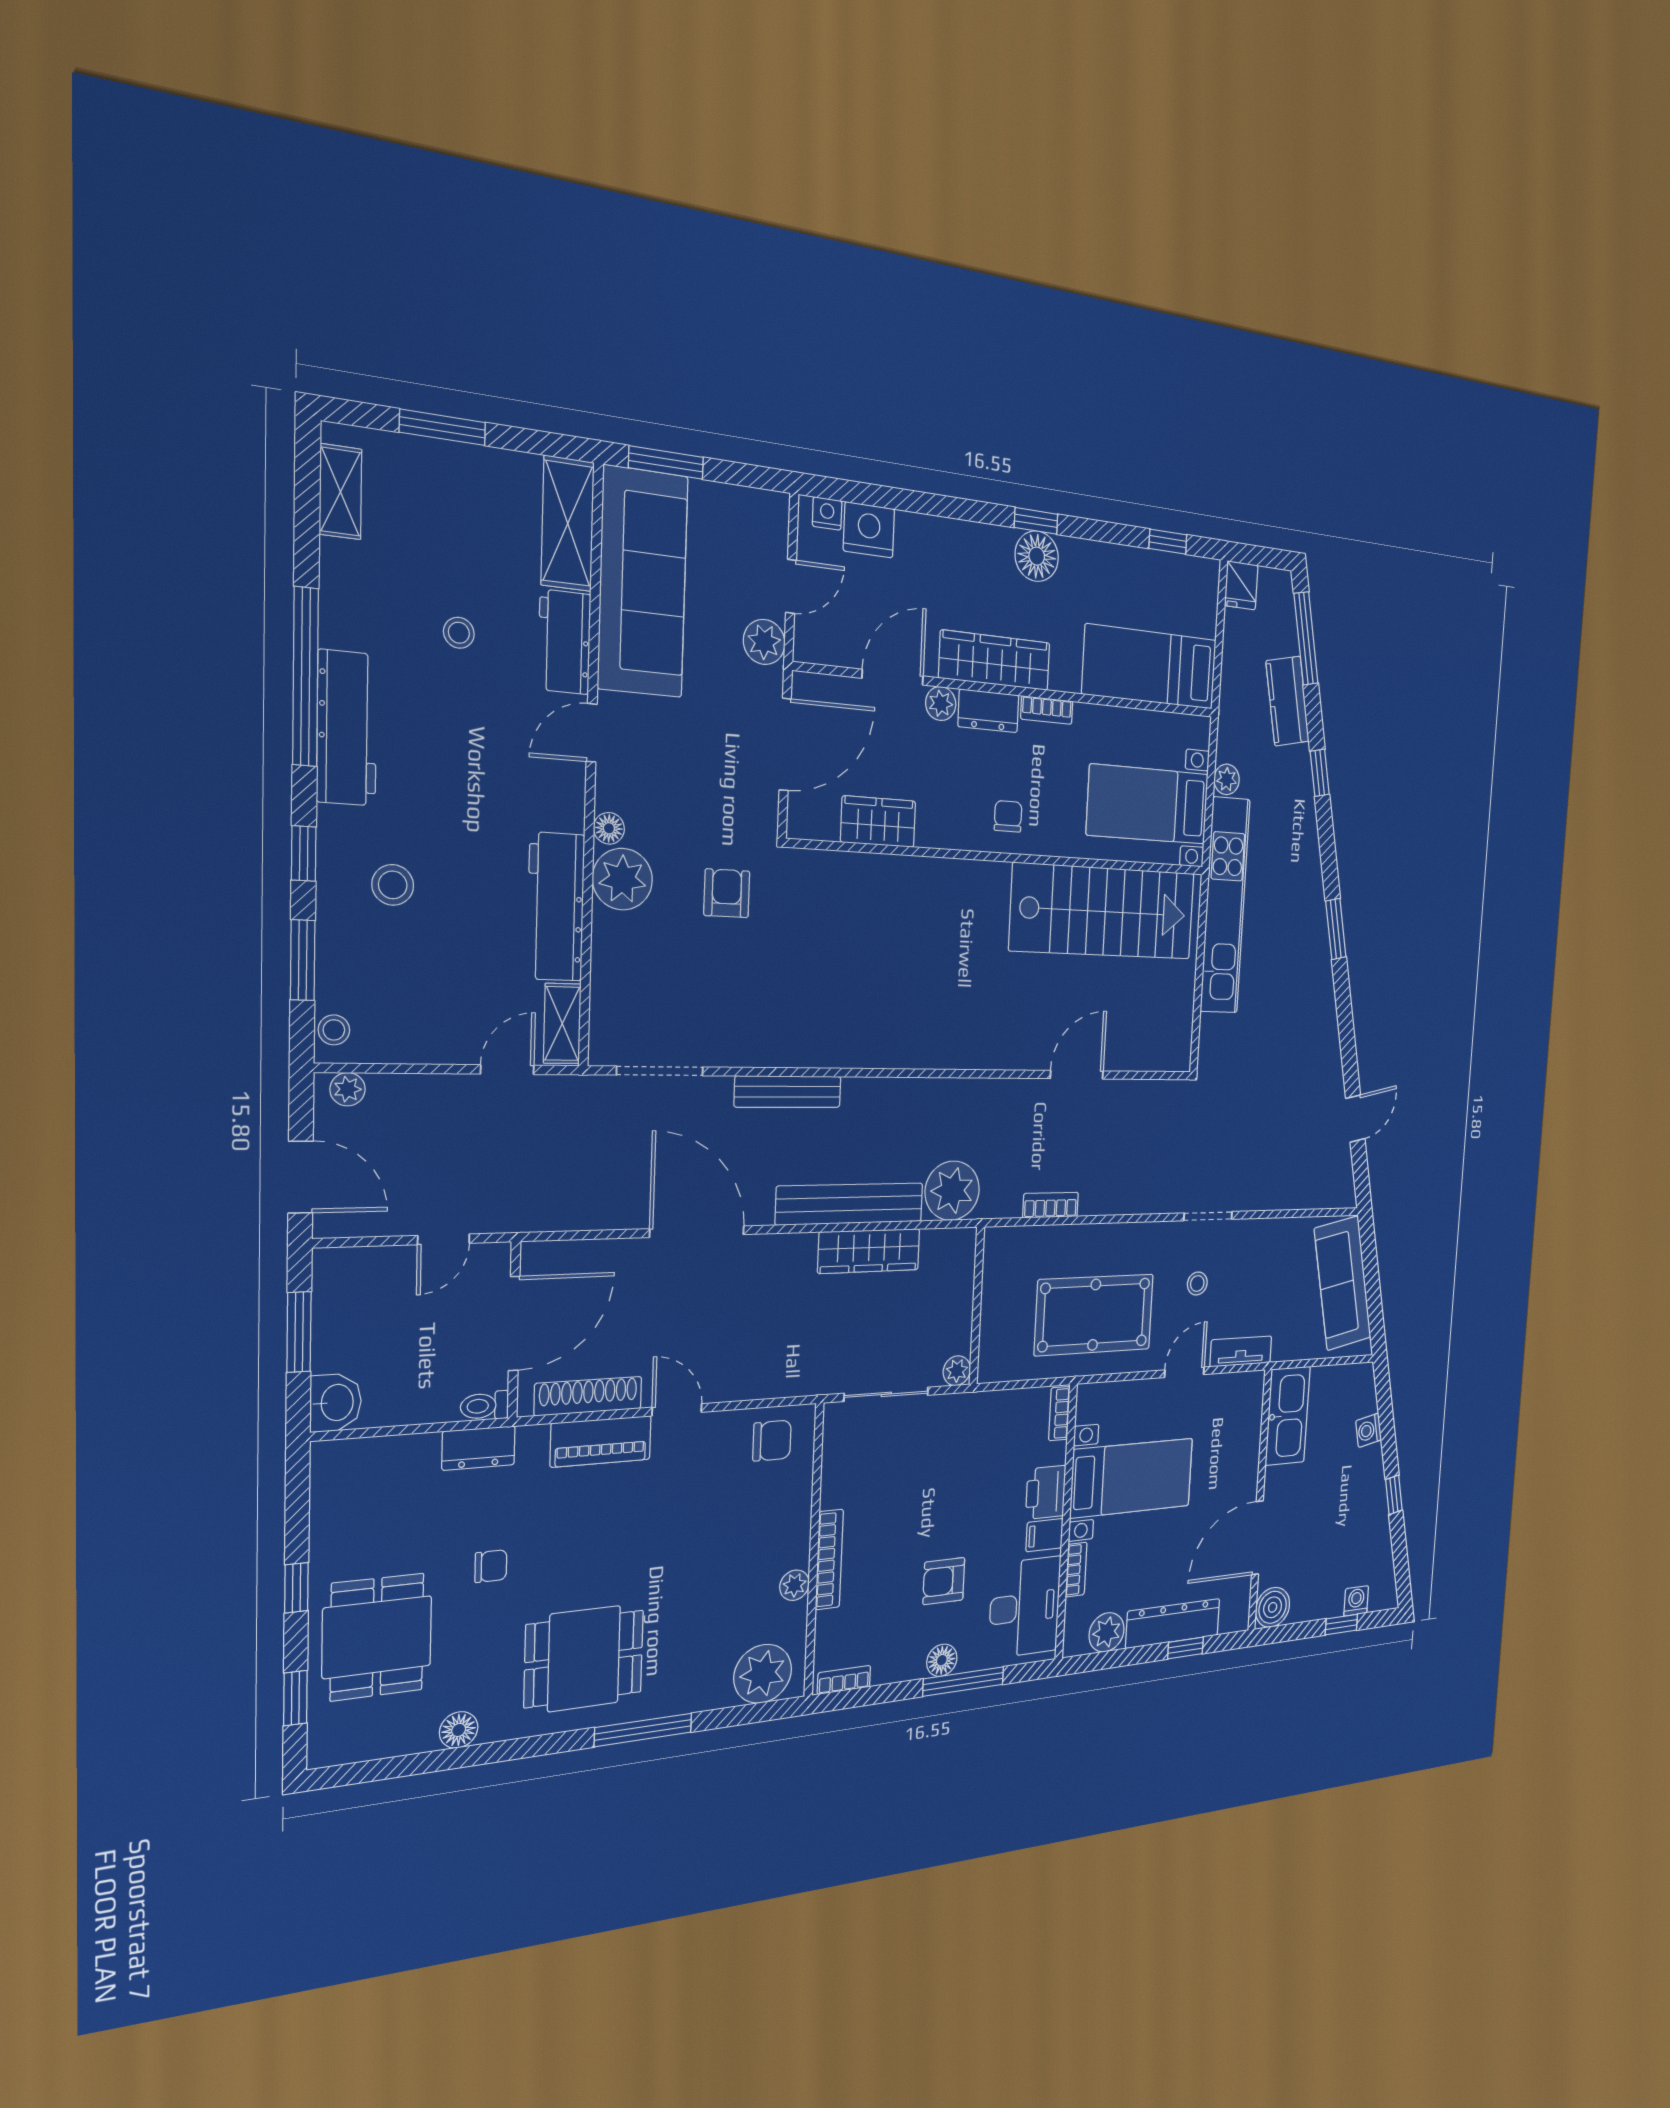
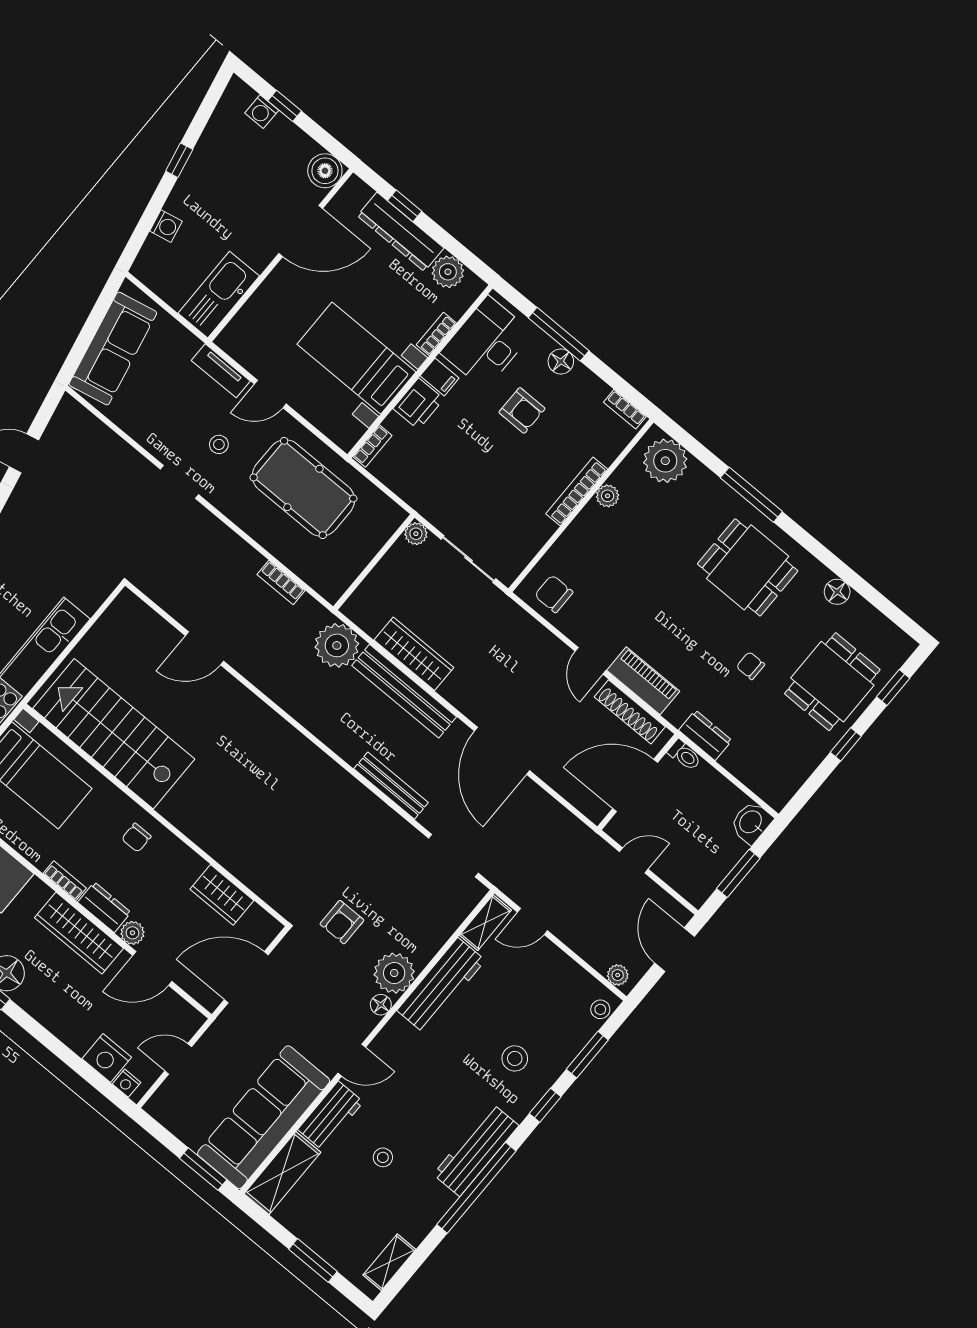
plant: (764, 642) -> (217, 1040), removed

